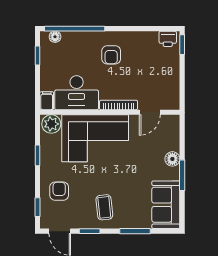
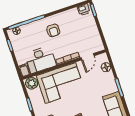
floor lamp: (172, 159) -> (106, 67), moved

